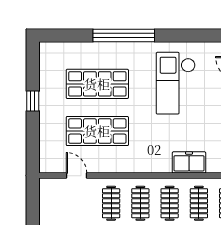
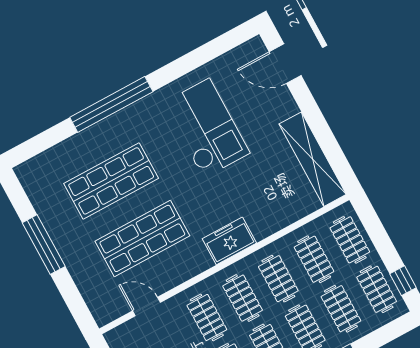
checkout: (176, 83) -> (206, 128), turned 180
window: (33, 101) -> (44, 245), width x2.17
freezer: (189, 162) -> (229, 241), moved

